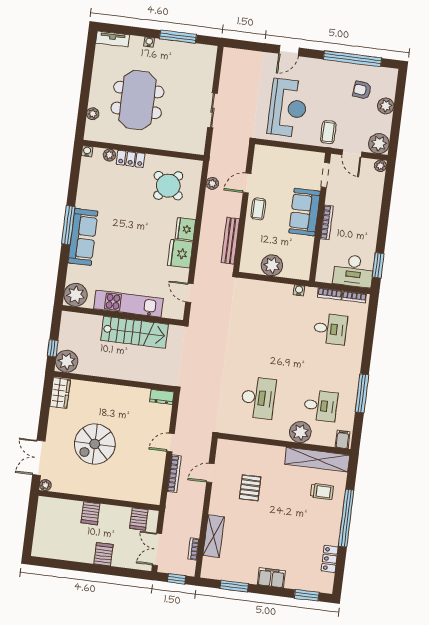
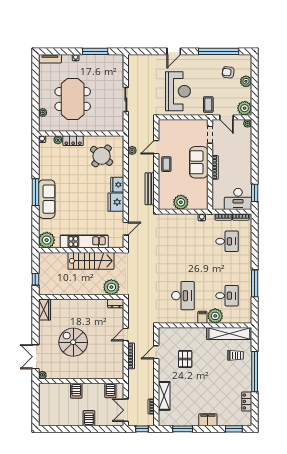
door: (189, 293) -> (126, 229), swing flipped
plant: (67, 361) -> (111, 287), moved
filing cabinet: (343, 439) -> (202, 317), moved
spiral stairs: (95, 444) -> (73, 342), turned 90

